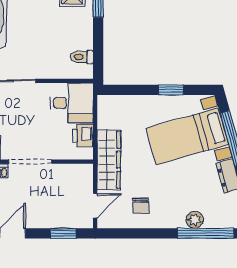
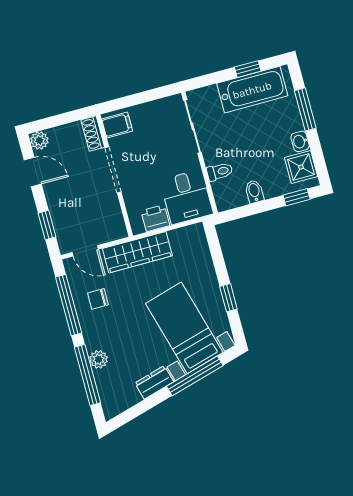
bidet: (83, 42) -> (254, 192), added
toilet: (82, 57) -> (220, 172), moved, turned 90
window: (139, 233) -> (69, 305), added

